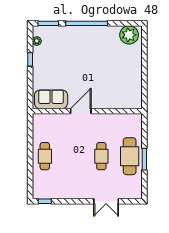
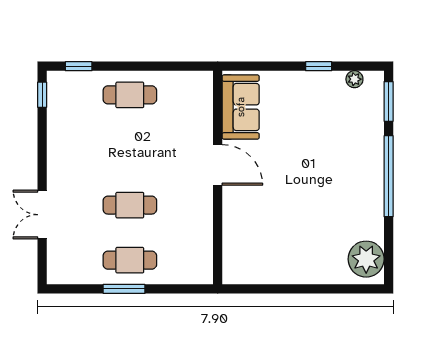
cafe table: (130, 156) -> (130, 260), width x0.73, depth x0.74
window: (30, 182) -> (79, 66), added

